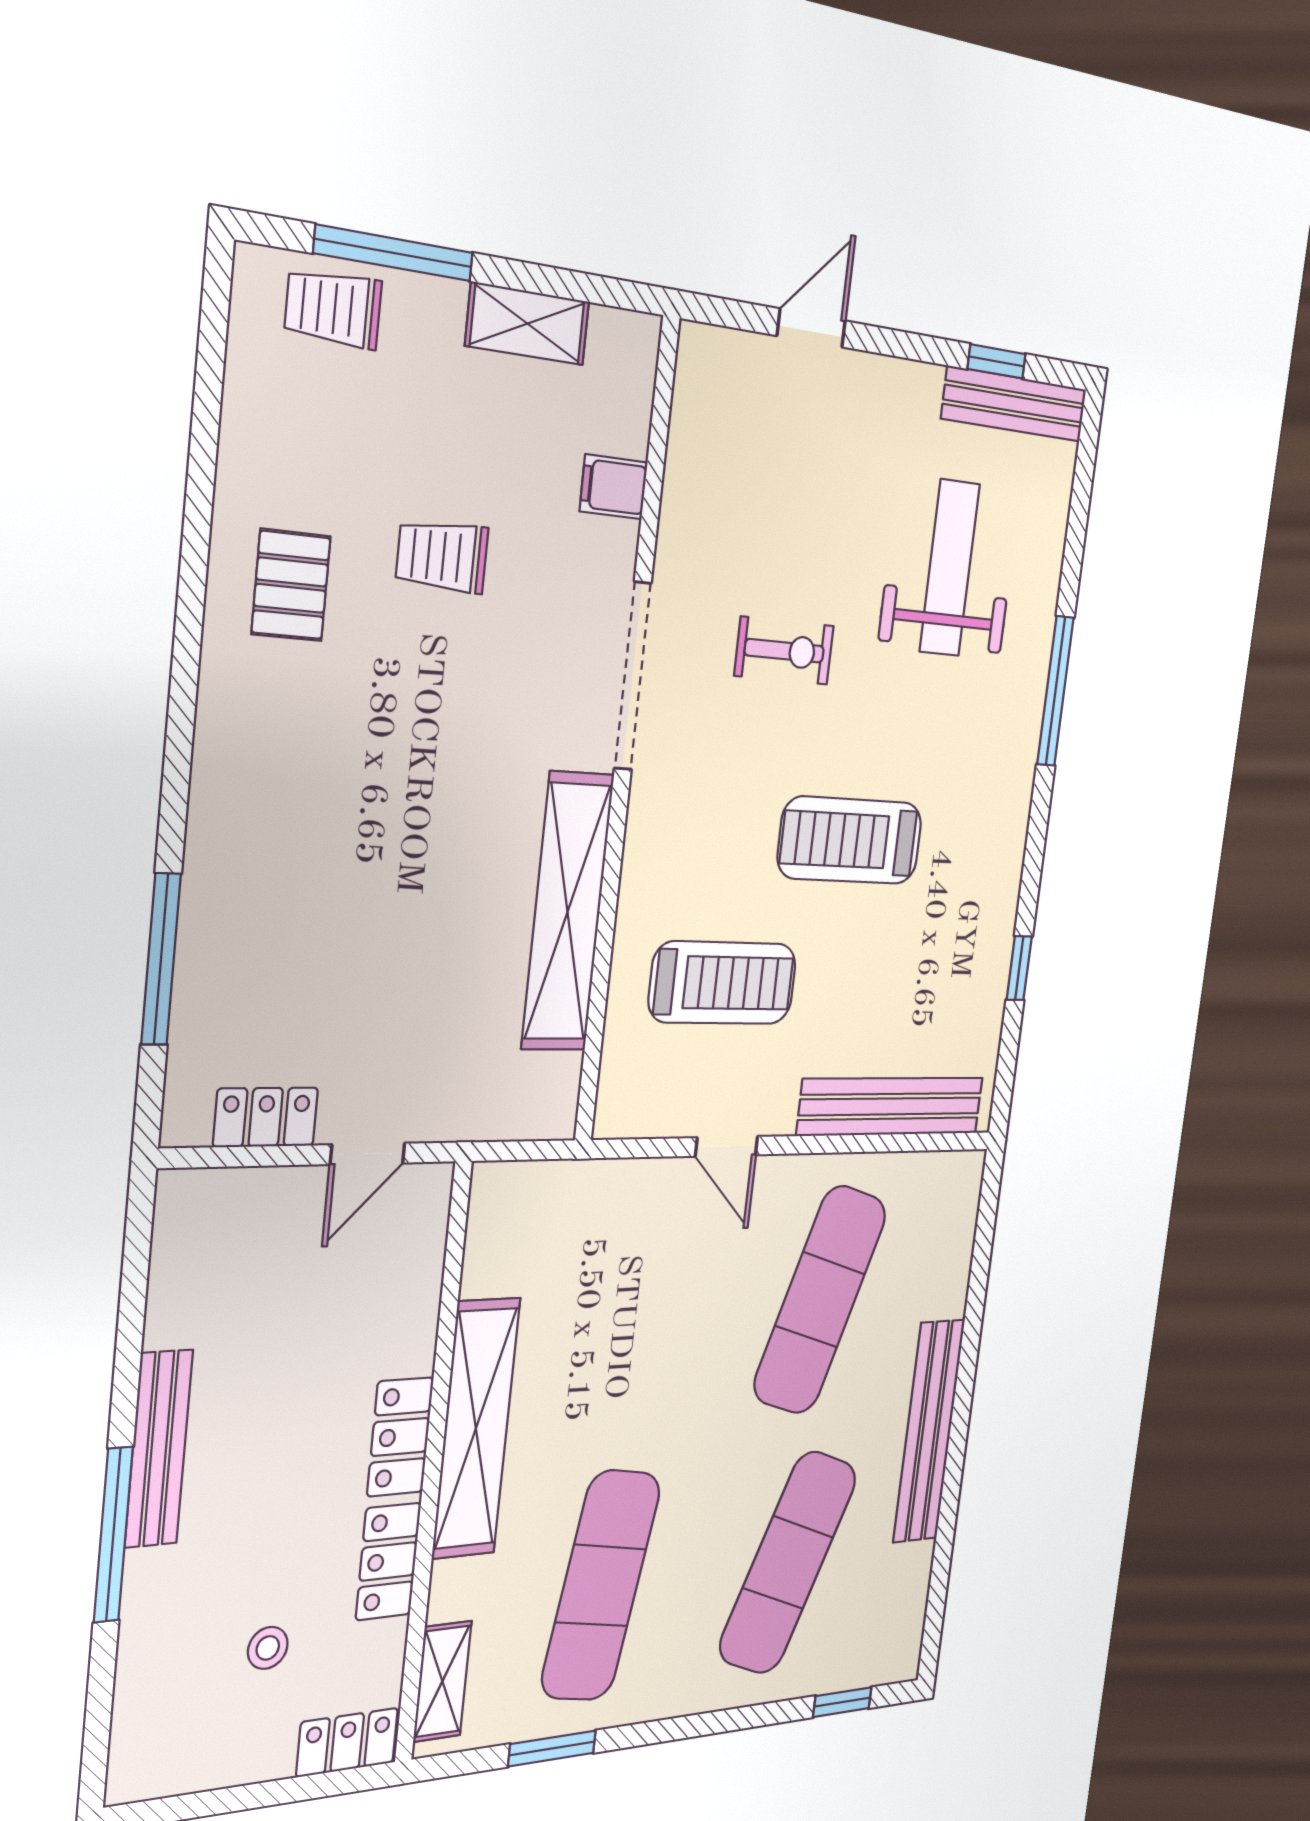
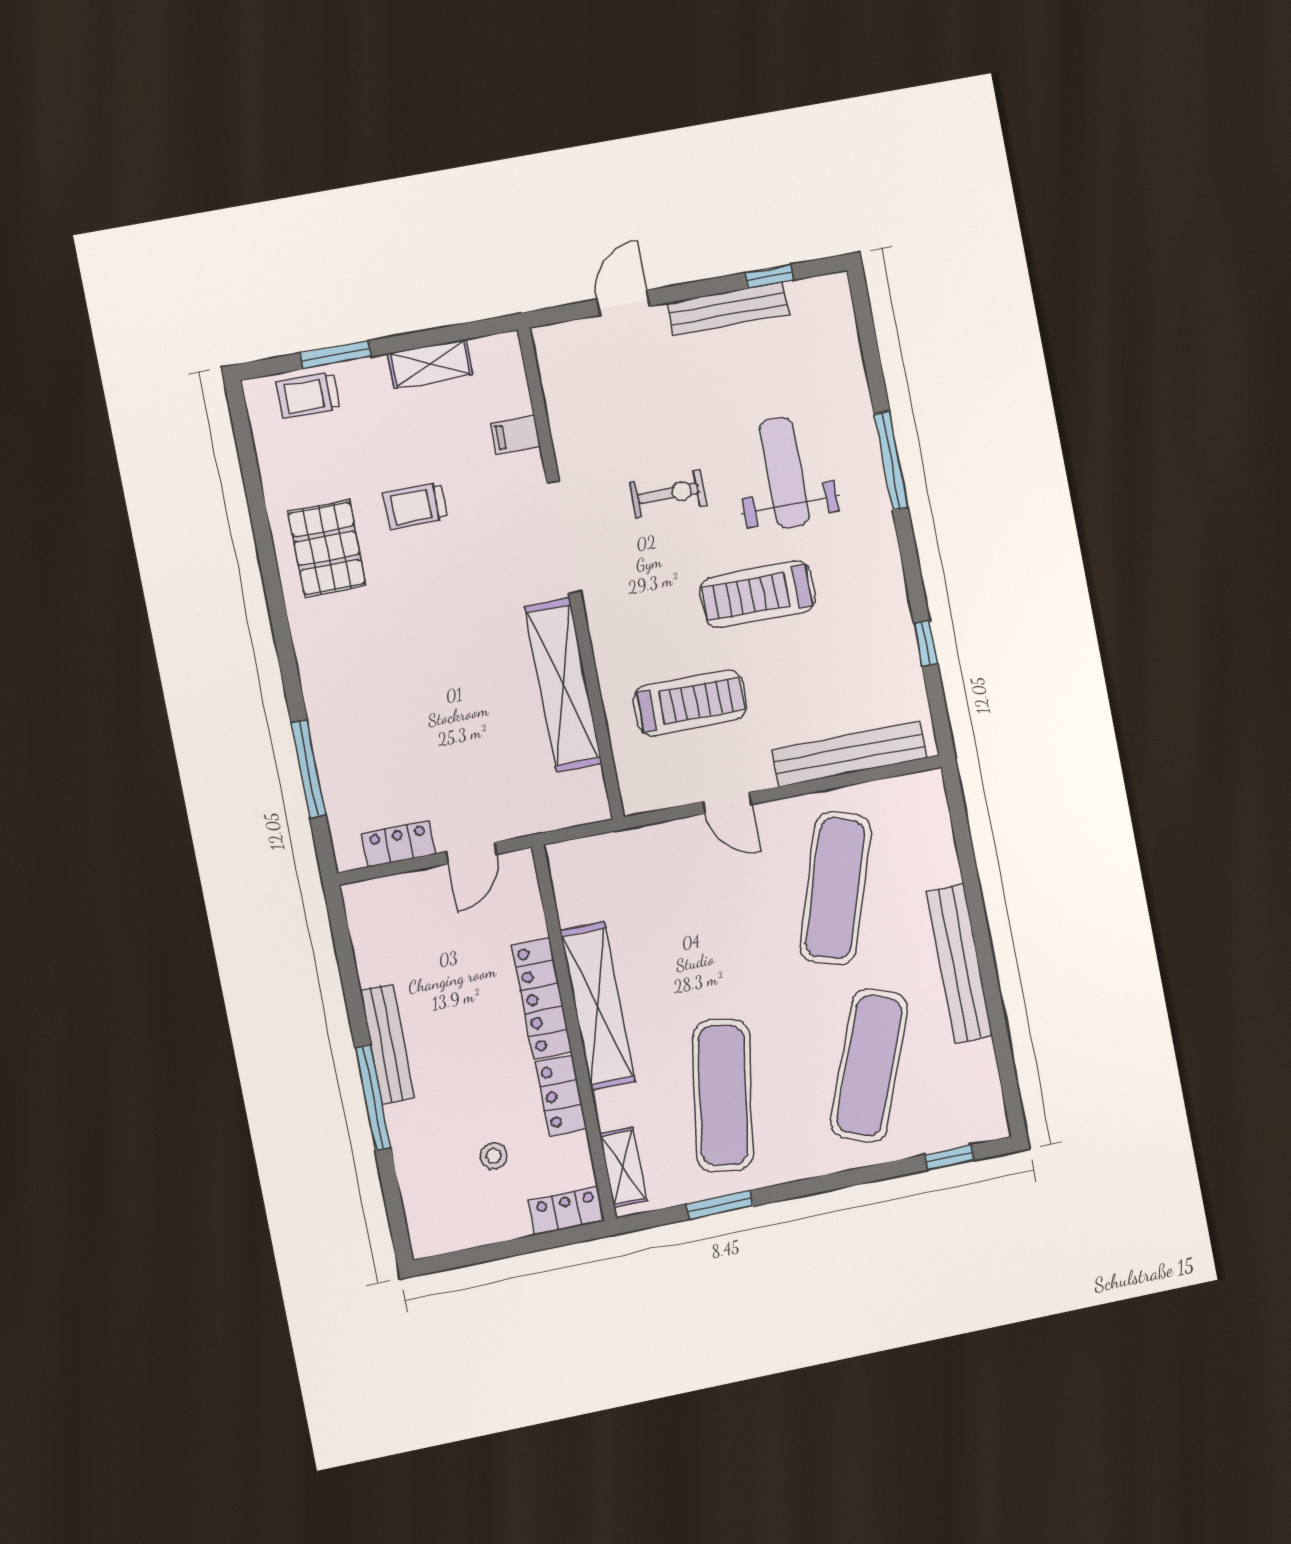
window: (394, 253) -> (336, 355), width x0.69
bench: (1015, 404) -> (728, 308), moved
weight bench: (950, 568) -> (784, 472), moved
pallet: (291, 585) -> (327, 548), width x1.50, depth x1.42
locker: (400, 1437) -> (542, 998), width x1.53

